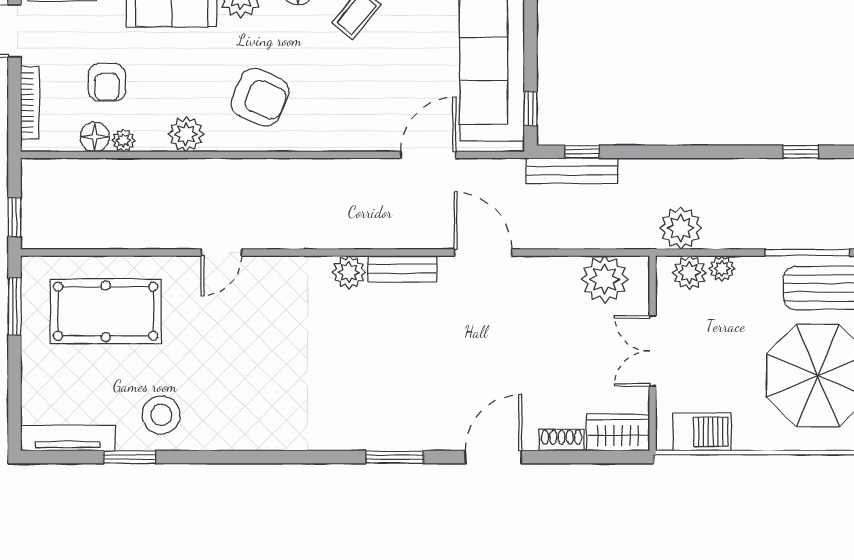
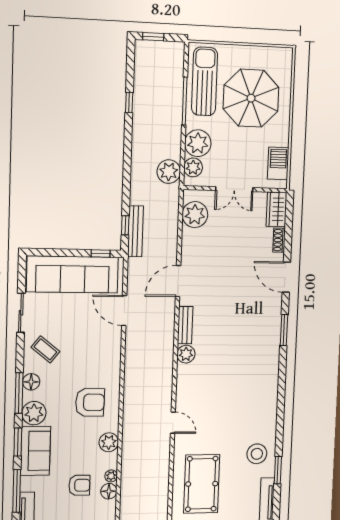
armchair: (260, 97) -> (90, 402), turned 68
plant: (722, 268) -> (198, 143), width x1.87, depth x1.87

